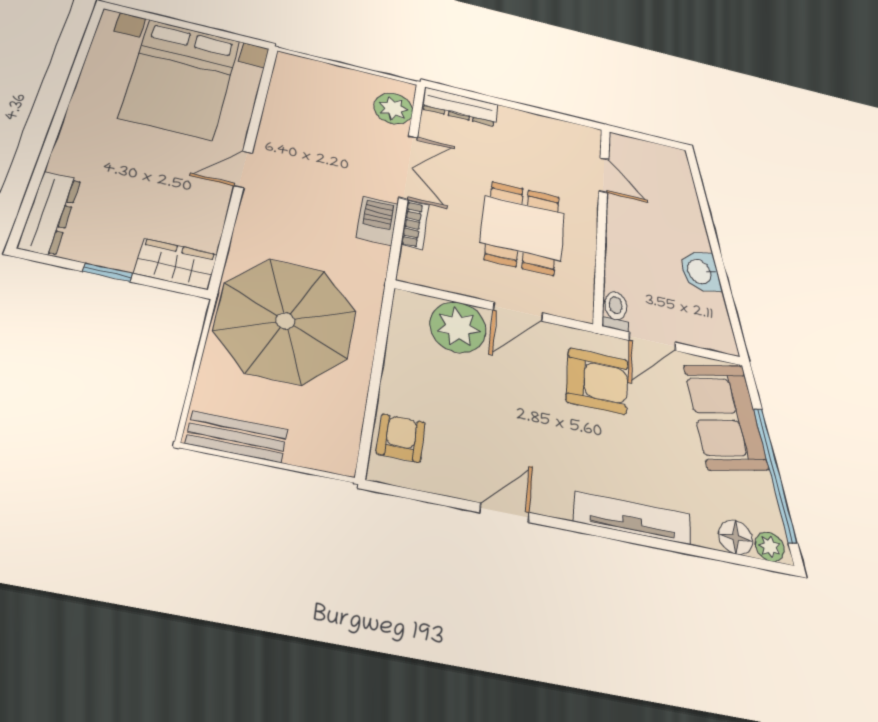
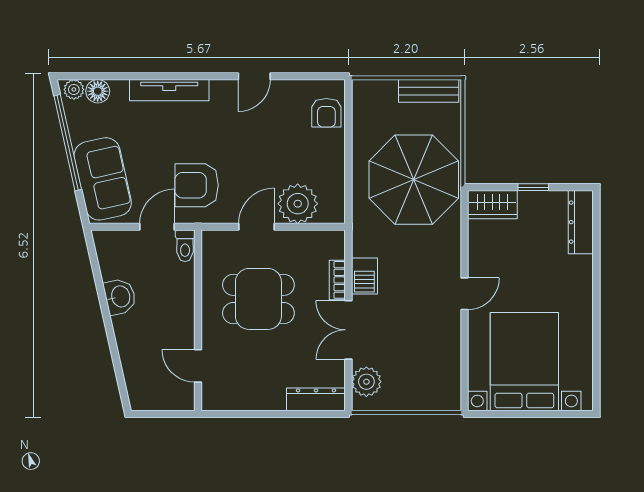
dining table: (522, 228) -> (258, 299), turned 90

